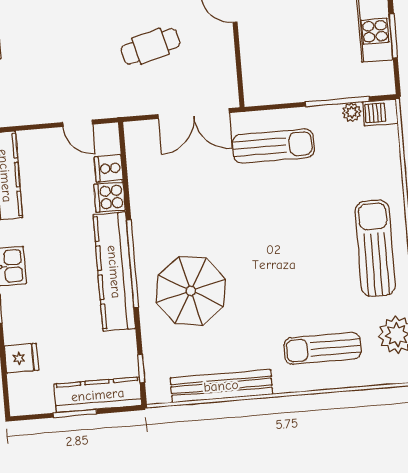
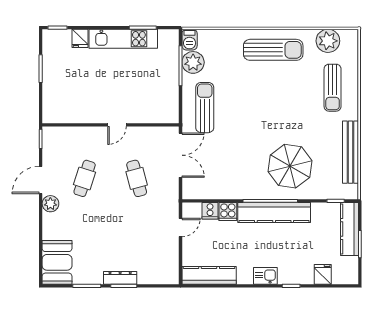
plant: (352, 112) -> (193, 62), width x1.88, depth x1.88
sun lounger: (375, 248) -> (273, 50), turned 180

